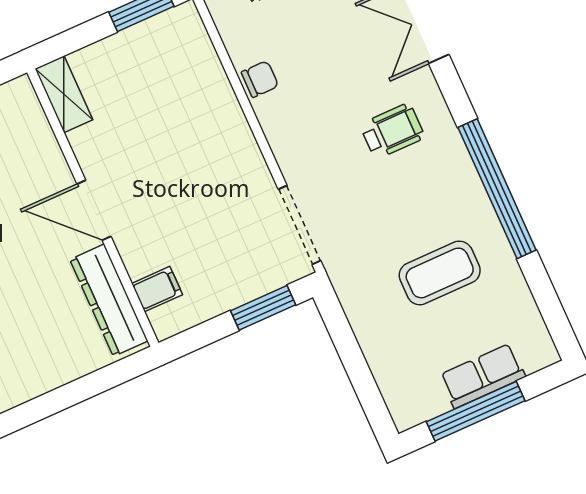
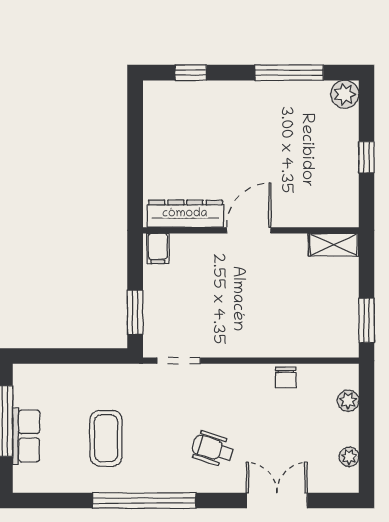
wheelchair: (392, 131) -> (213, 449), turned 108
doorway: (300, 225) -> (179, 361), width x0.73
filing cabinet: (157, 289) -> (158, 248), moved

